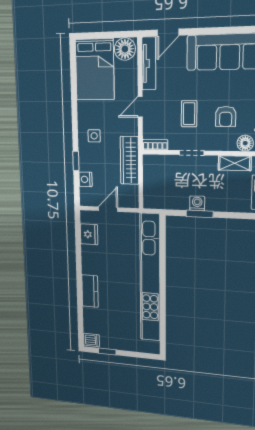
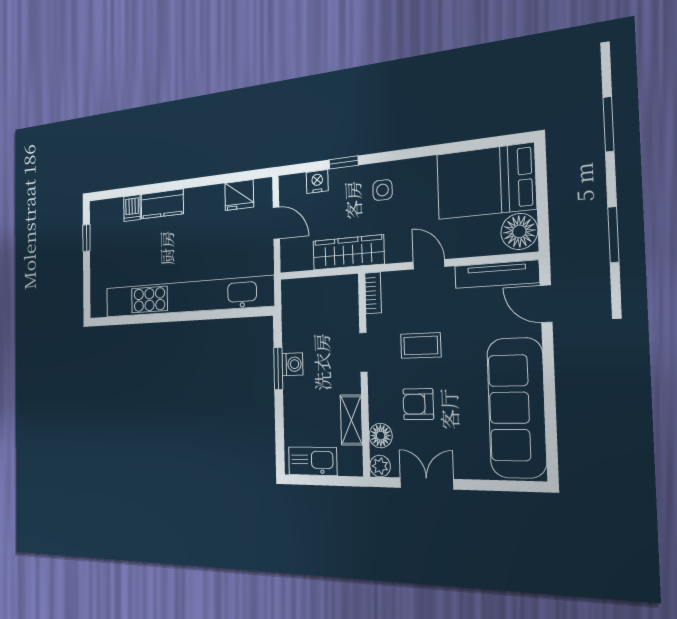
dishwasher: (91, 340) -> (132, 208), moved

